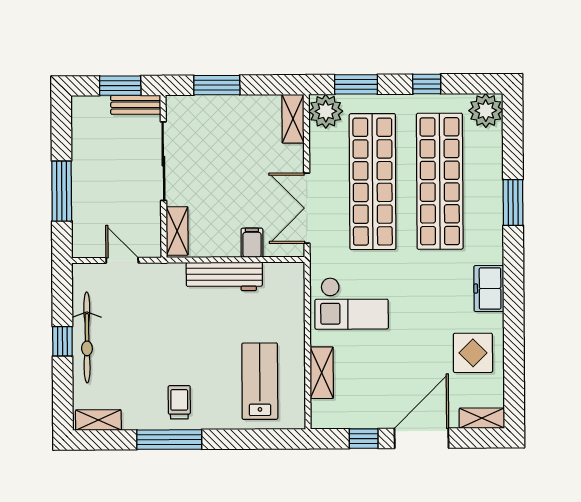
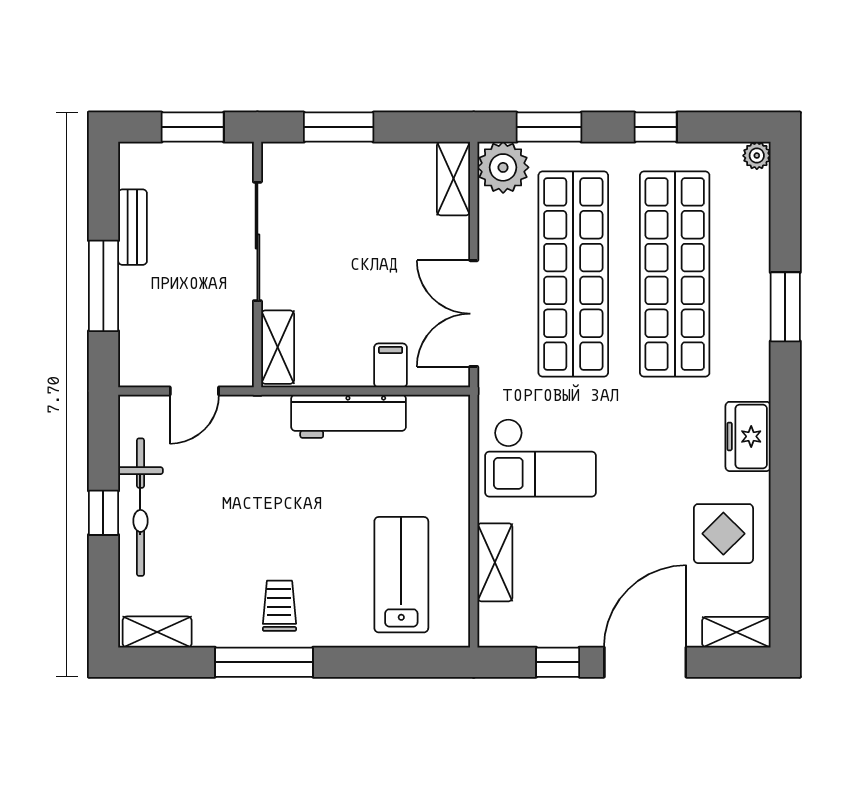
bench: (136, 105) -> (133, 227), moved, turned 90
plant: (486, 111) -> (757, 156), width x0.53, depth x0.53
door: (122, 260) -> (194, 391), swing flipped

